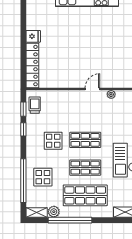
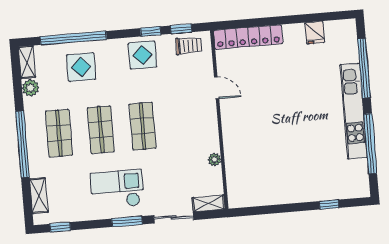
fridge: (33, 36) -> (315, 33), moved
door: (92, 89) -> (217, 88), moved
display table: (53, 141) -> (142, 55), moved
shop shelf: (85, 195) -> (59, 133), width x0.70, depth x0.74
window: (70, 220) -> (22, 144), moved

